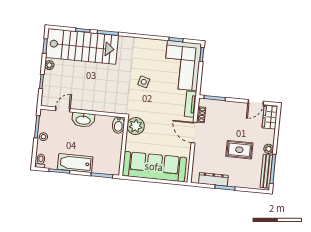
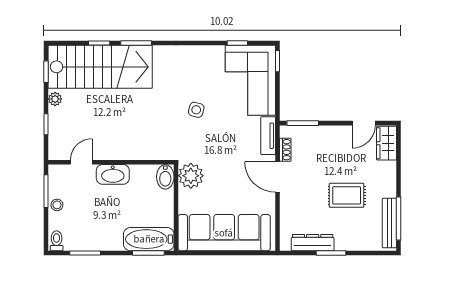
plant: (269, 149) -> (389, 190), removed
bathtub: (75, 163) -> (149, 239), moved

